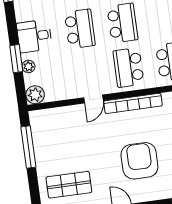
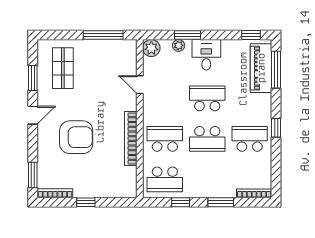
school desk: (80, 29) -> (207, 98), turned 180
door: (94, 99) -> (140, 85), moved

